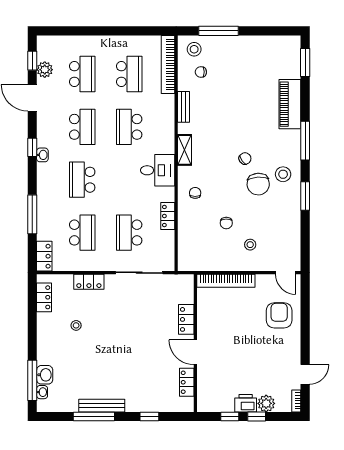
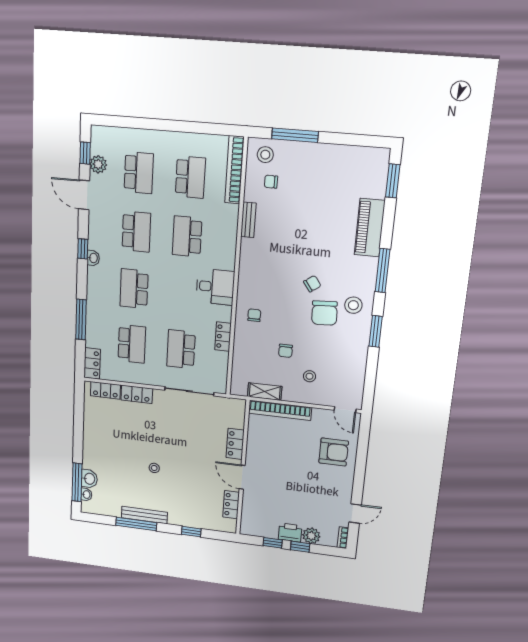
shelving: (185, 150) -> (265, 392), moved, turned 90
locker: (44, 297) -> (105, 390), moved, turned 90
armchair: (279, 315) -> (334, 452), turned 90
stool: (76, 325) -> (154, 468), moved

